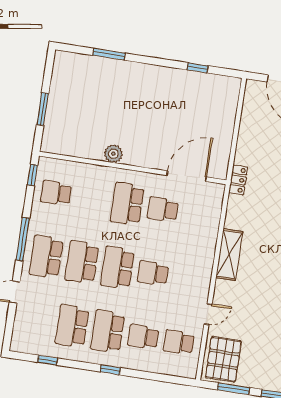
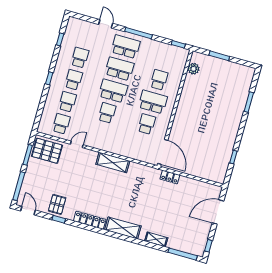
plant: (113, 154) -> (194, 69), moved
door: (187, 176) -> (163, 152), moved
locker: (238, 180) -> (170, 177), moved
school desk: (56, 193) -> (159, 80), moved
door: (208, 314) -> (77, 144), swing flipped
school desk: (72, 326) -> (80, 58), width x0.54
school desk: (108, 331) -> (74, 80), width x0.54

